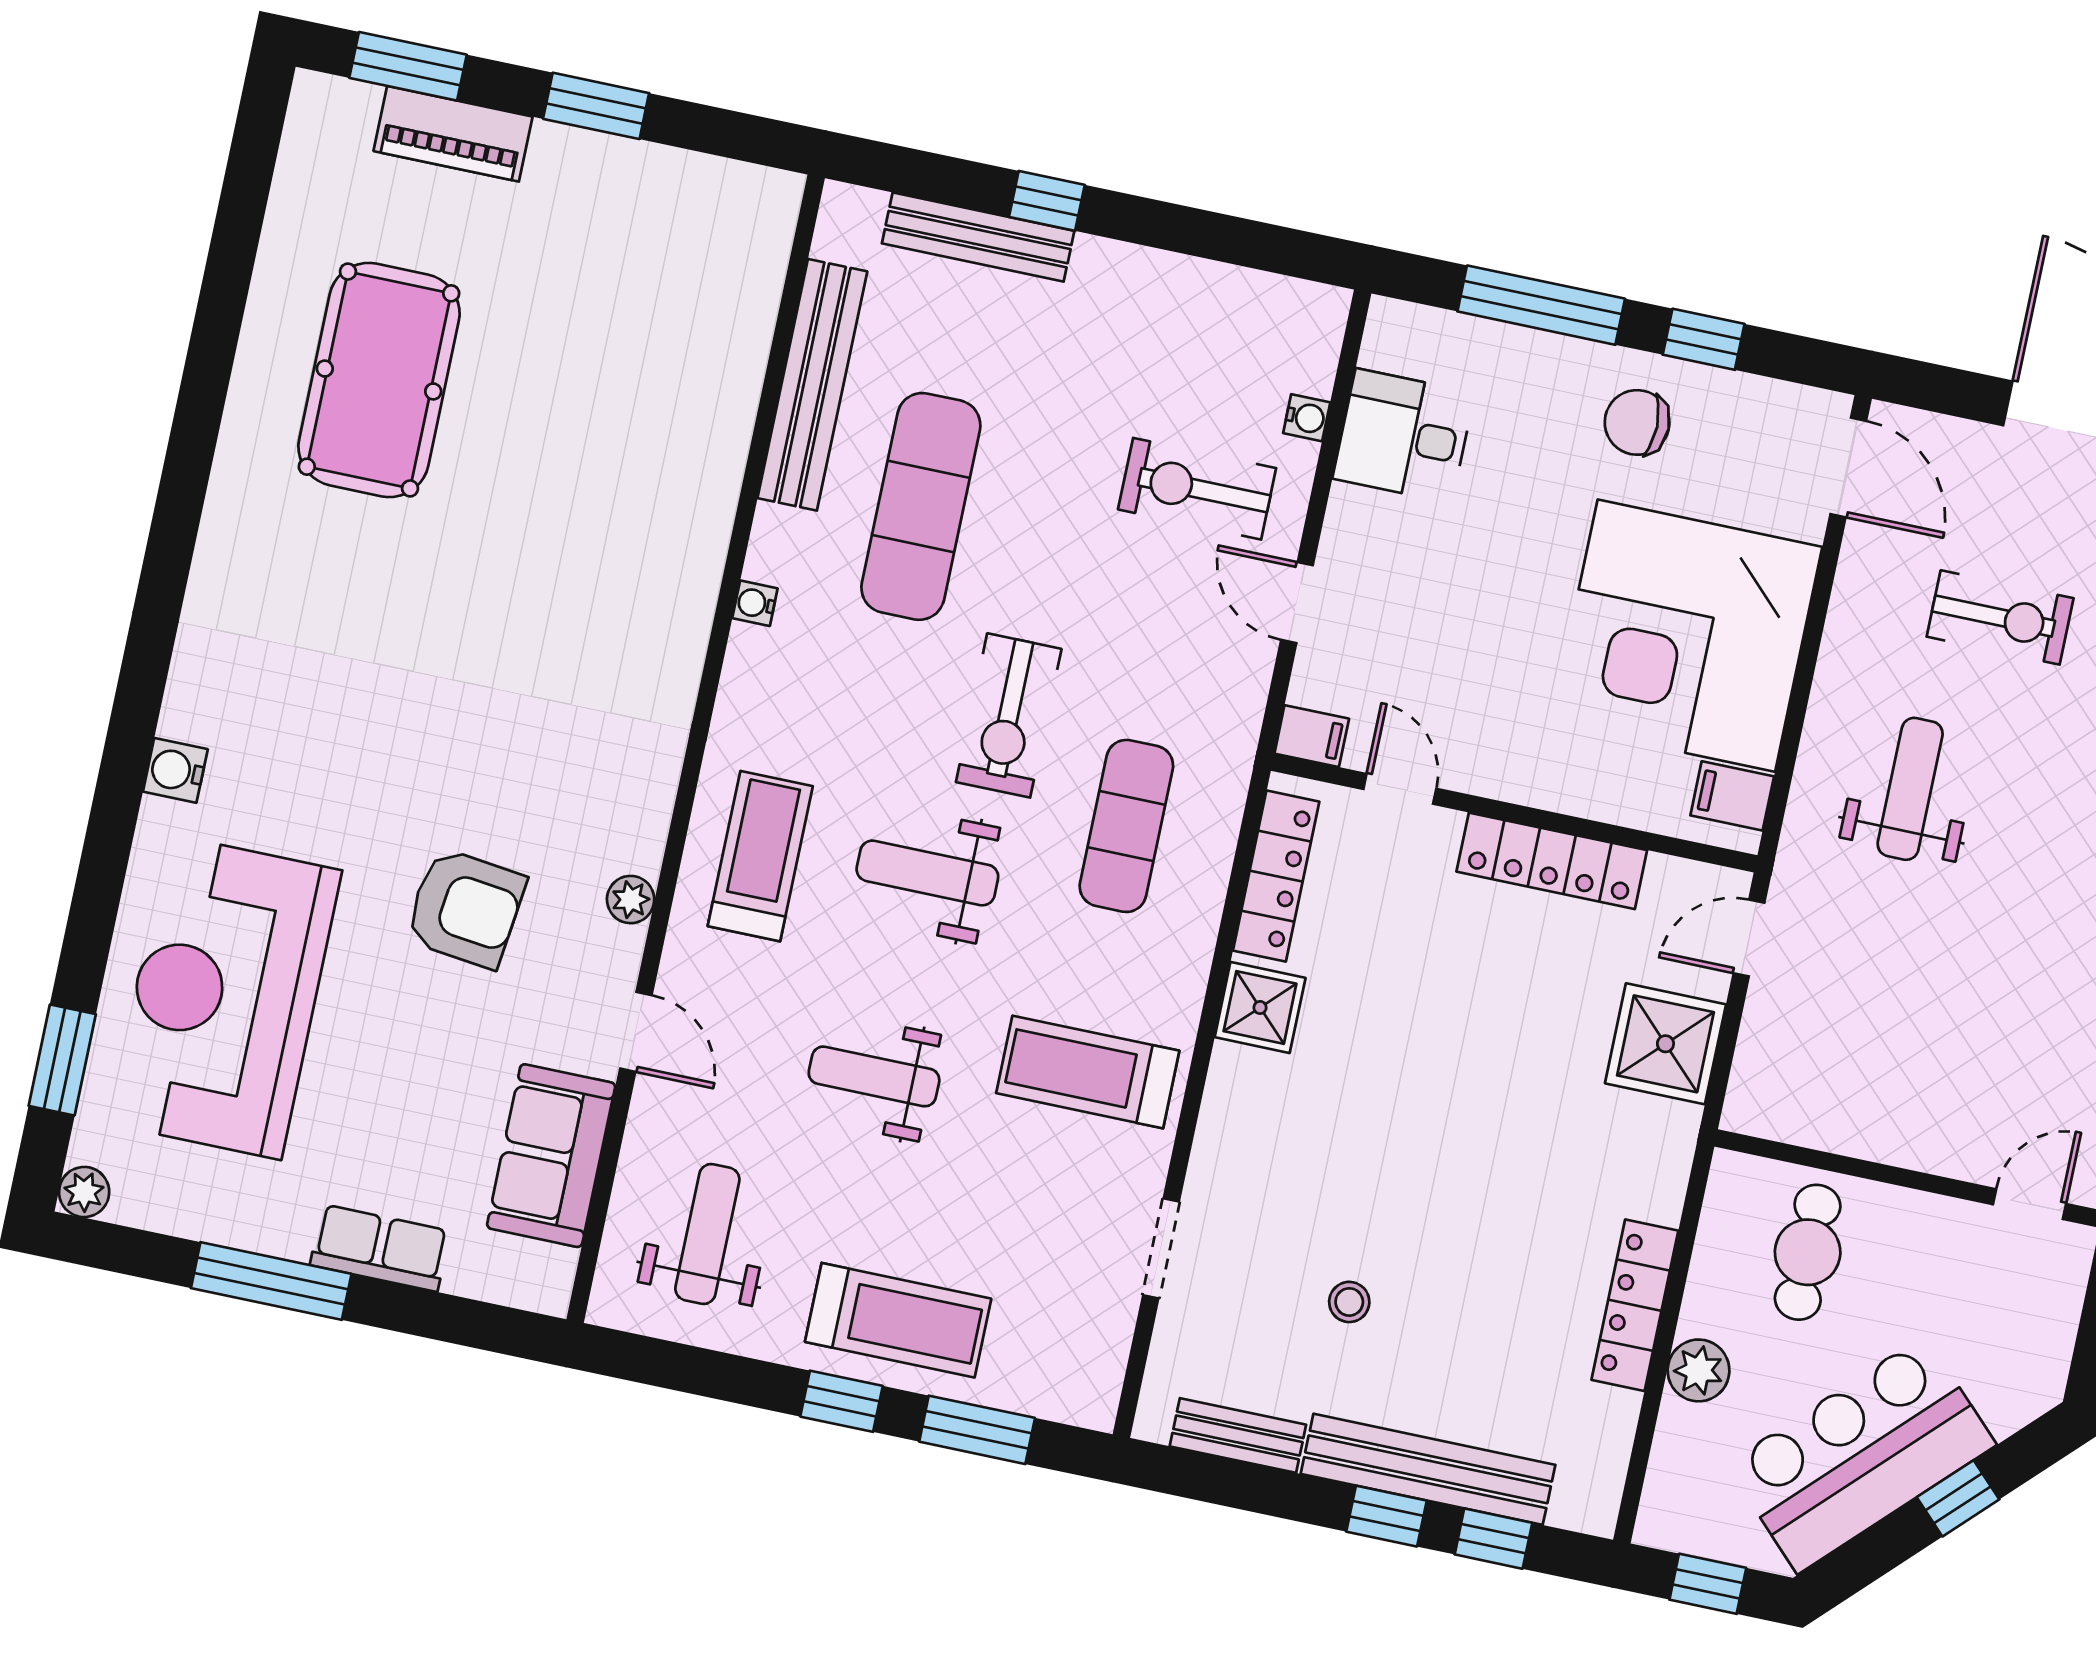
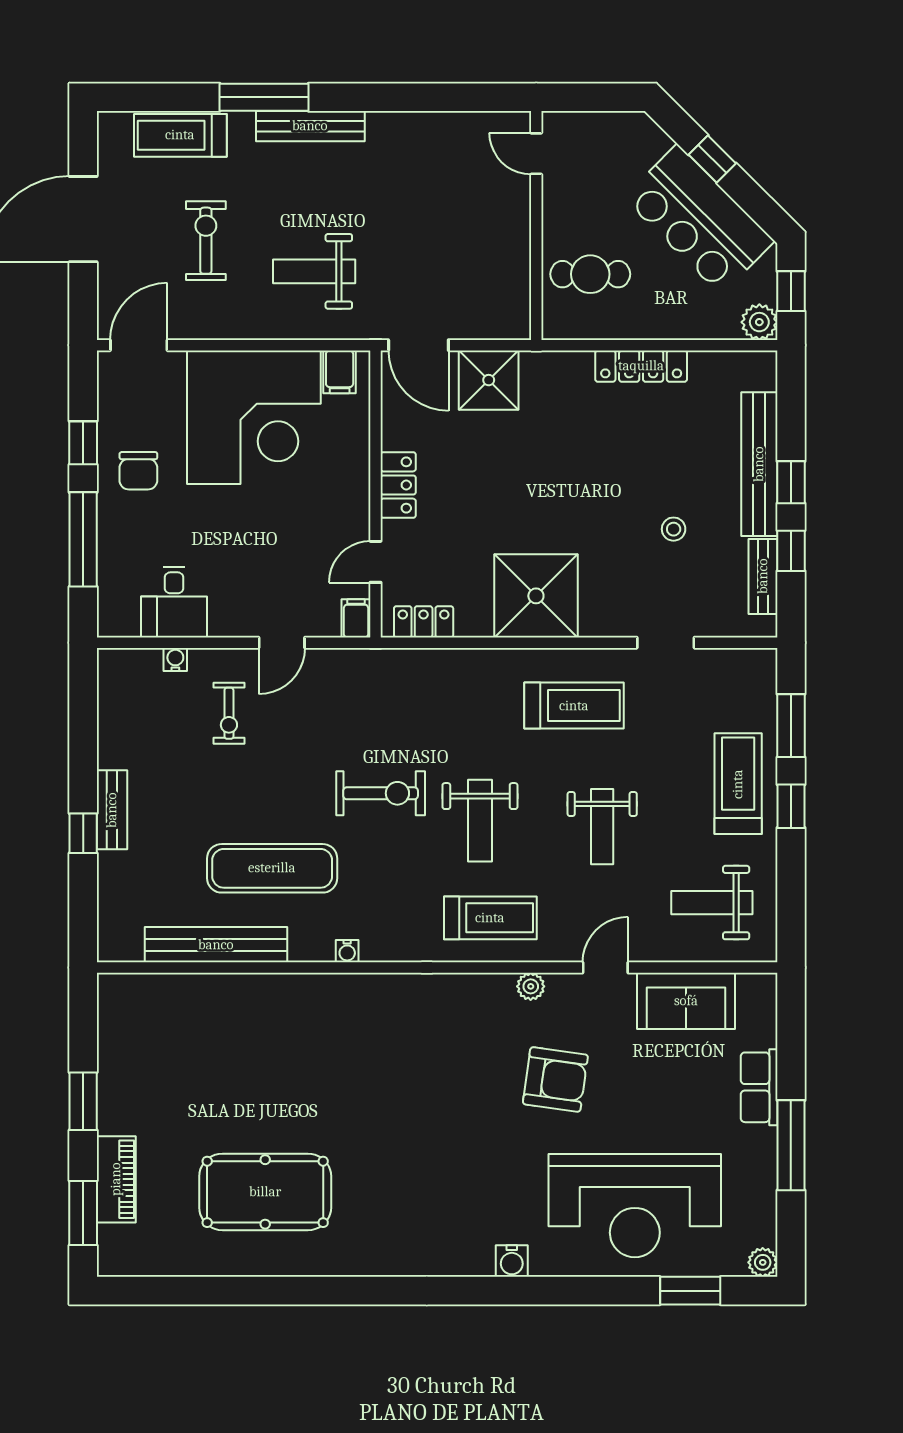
bench: (978, 237) -> (112, 810), moved, width x0.73
exercise bike: (1197, 489) -> (229, 713), width x0.73, depth x0.72
exercise mat: (1126, 826) -> (429, 713), removed
treadmill: (760, 856) -> (490, 918), turned 180
locker: (1552, 861) -> (398, 485), width x0.66
locker: (1276, 876) -> (424, 622), width x0.66
armchair: (465, 908) -> (555, 1079), turned 91
door: (1749, 938) -> (418, 345), width x1.38
shower: (1260, 1007) -> (536, 596), width x1.86, depth x1.86
treadmill: (1088, 1072) -> (574, 706), turned -90
plant: (1699, 1370) -> (759, 322), moved
window: (1493, 1539) -> (791, 551), moved

